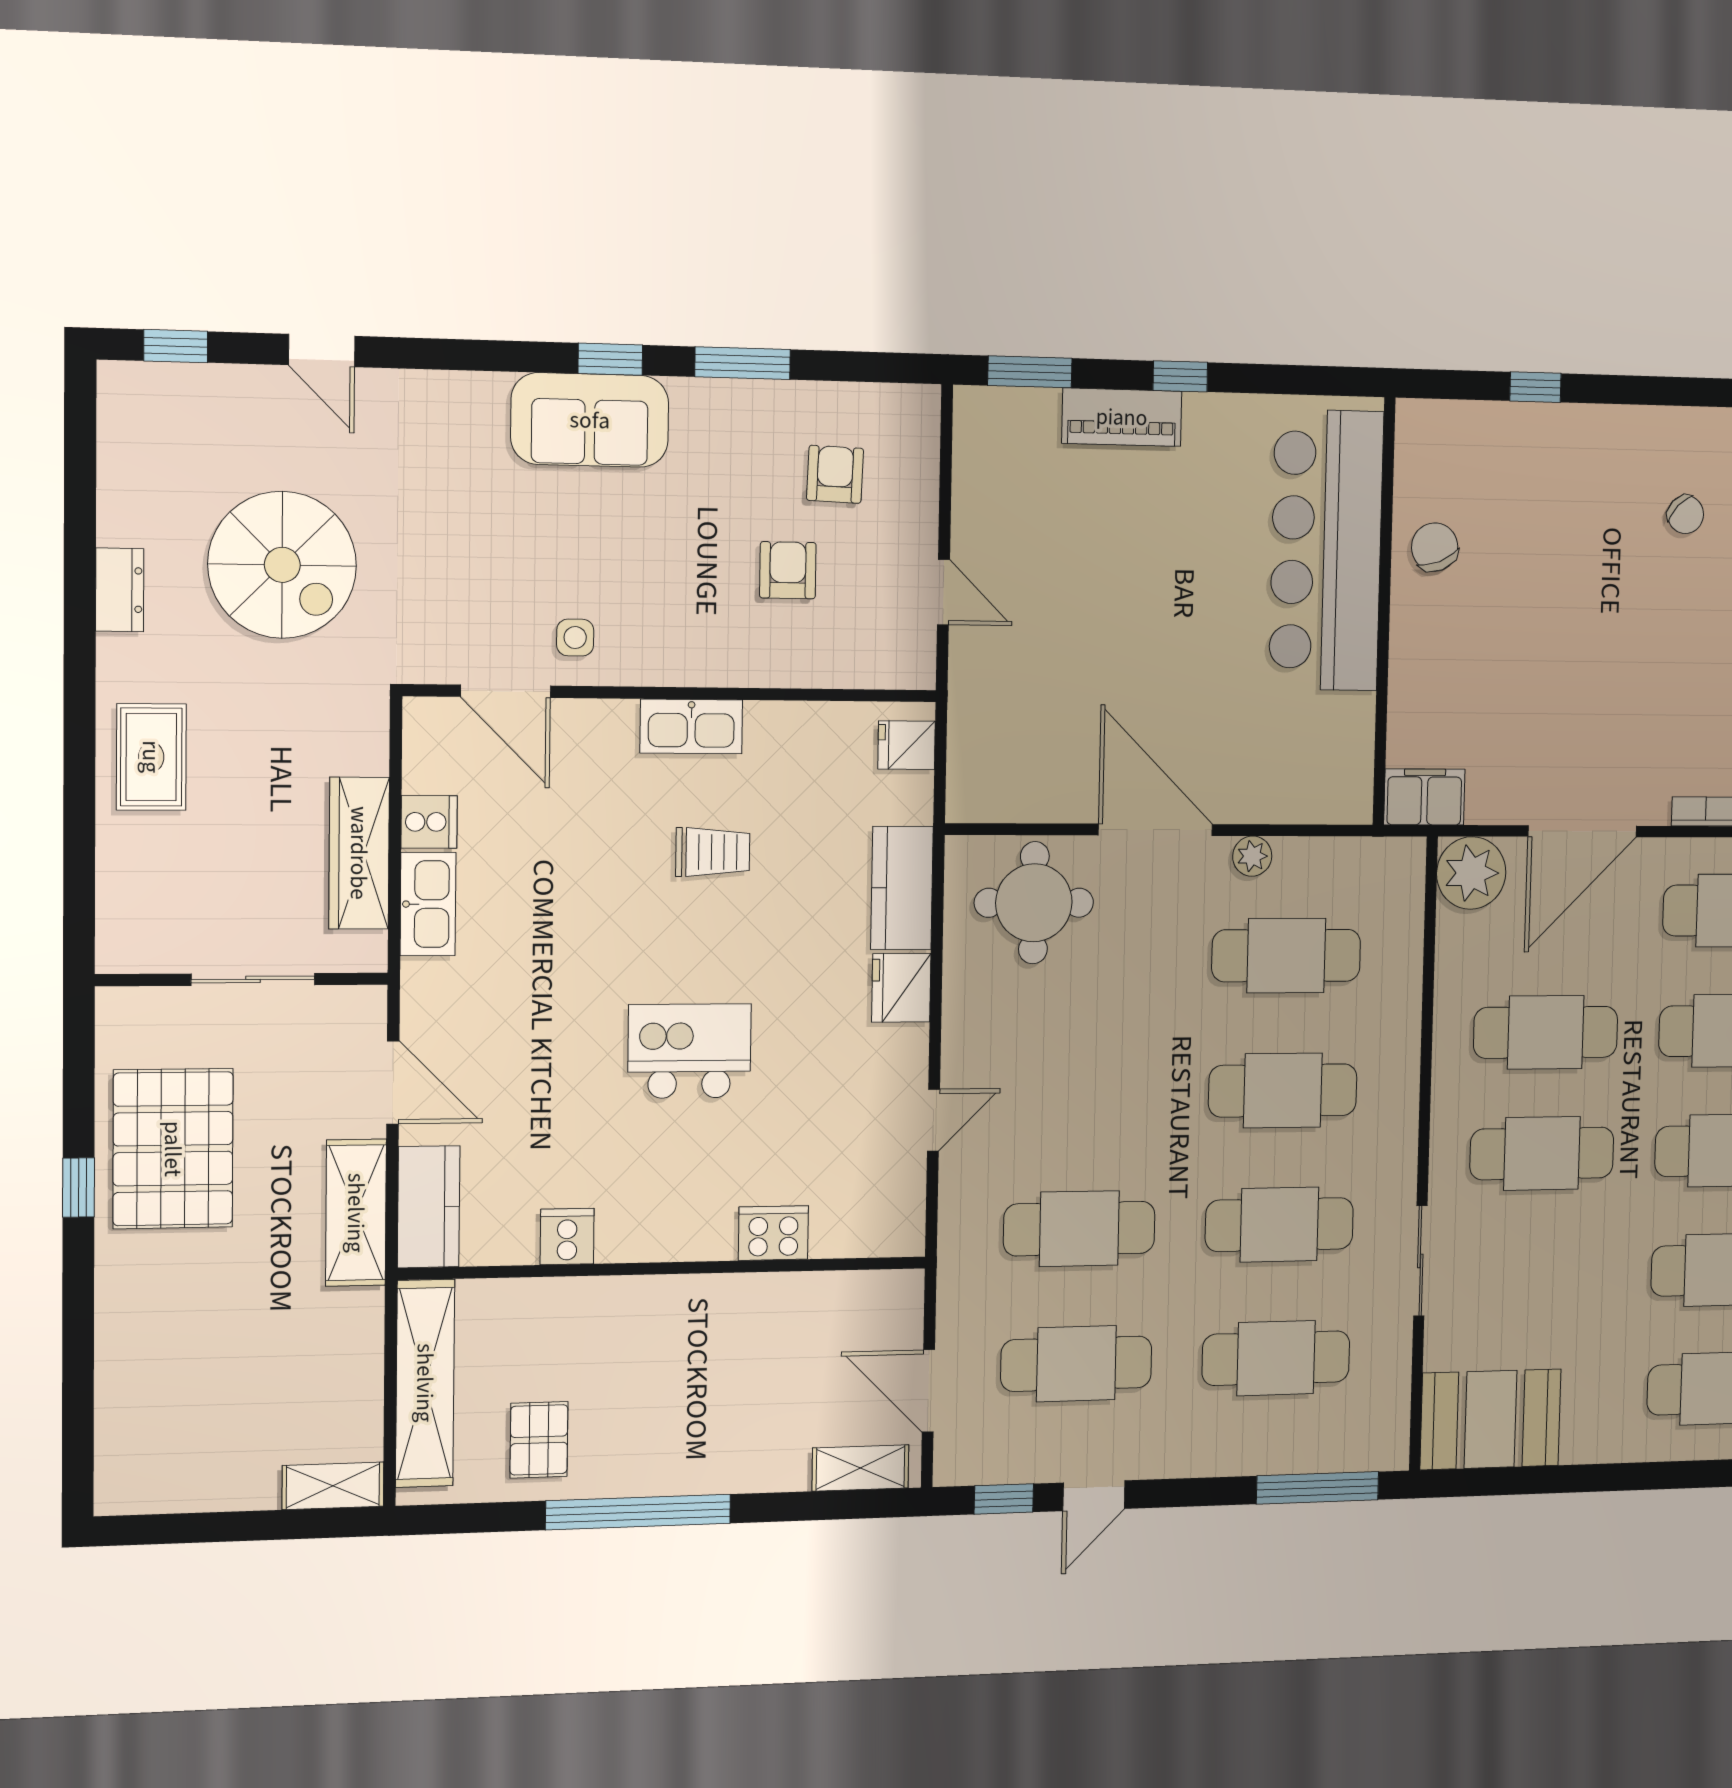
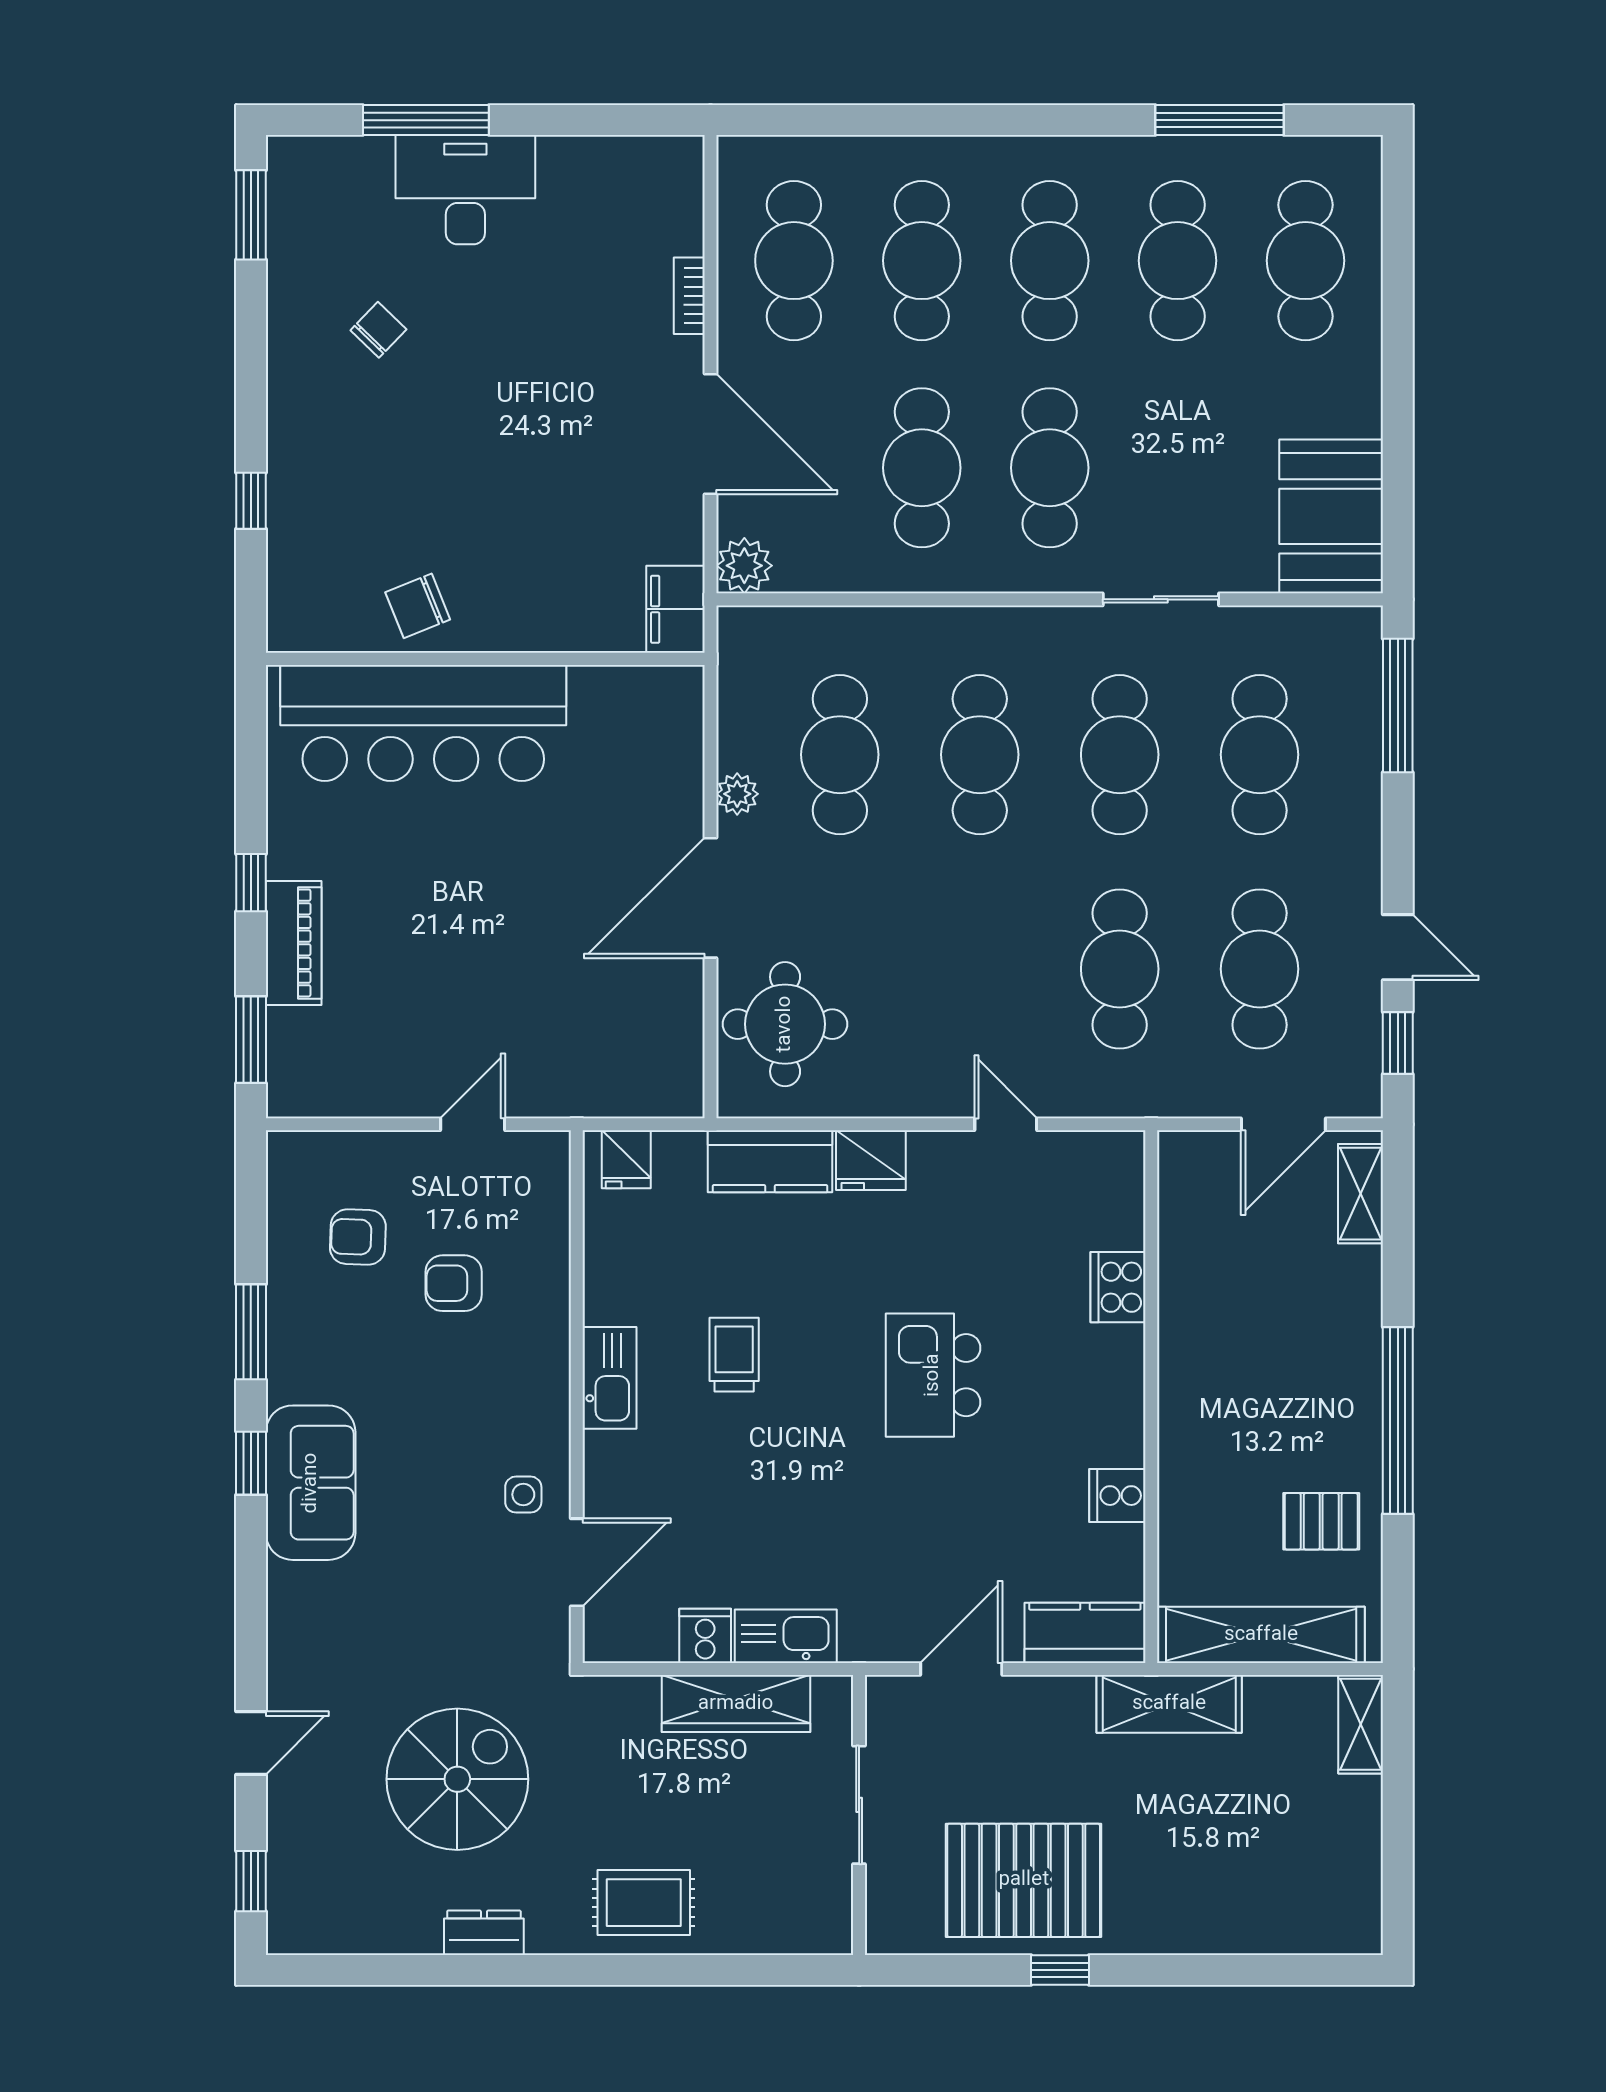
plant: (1471, 873) -> (744, 566), width x0.73, depth x0.73
shelving: (356, 1213) -> (1169, 1704), moved

